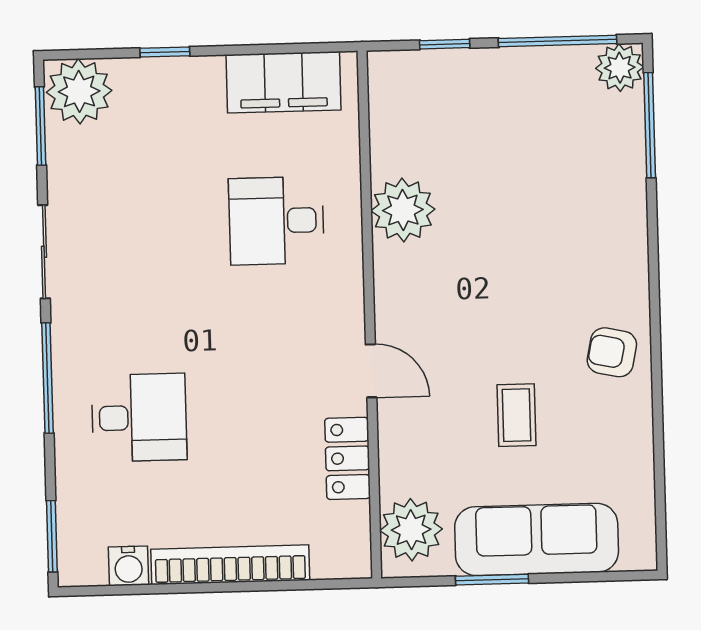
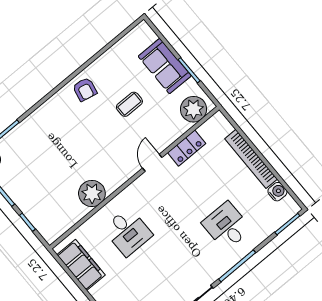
sofa: (537, 539) -> (165, 66), width x0.73

